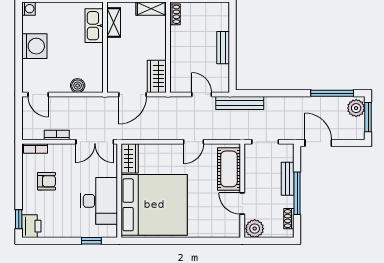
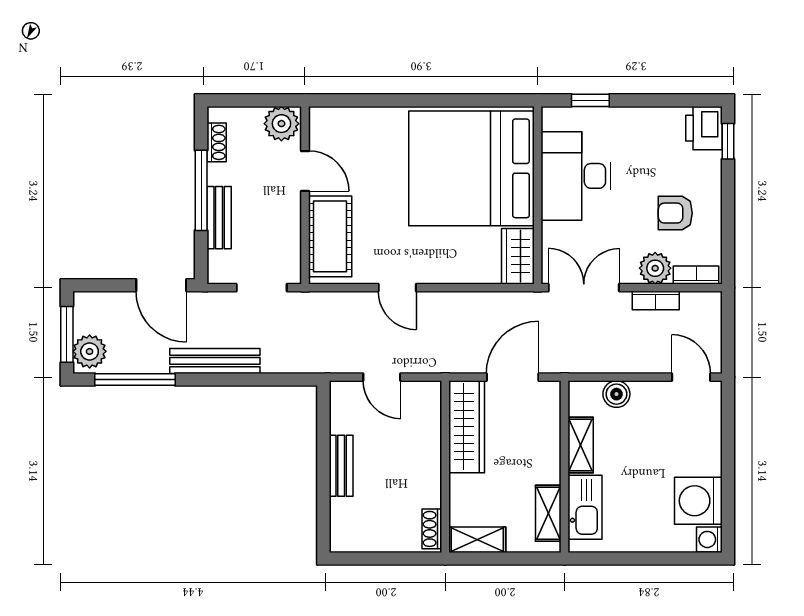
washing machine: (34, 46) -> (698, 501), moved
shelving: (97, 59) -> (581, 445), added
wardrobe: (157, 76) -> (467, 427), width x1.50
bench: (240, 103) -> (215, 361), moved
door: (193, 142) -> (397, 288), swing flipped
plant: (57, 152) -> (655, 268), added

